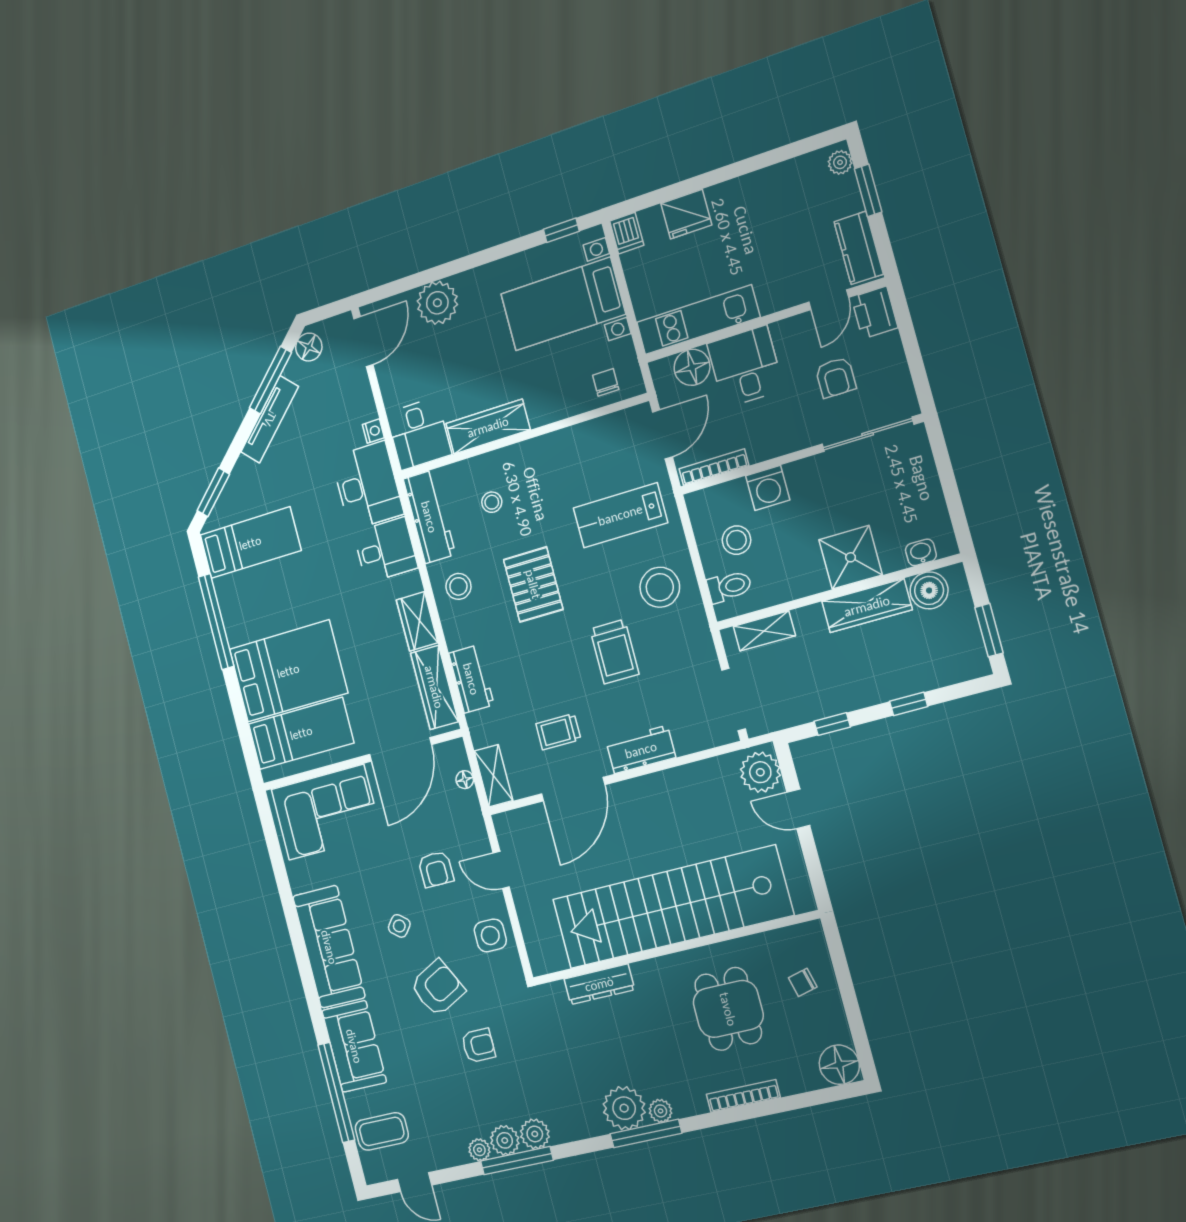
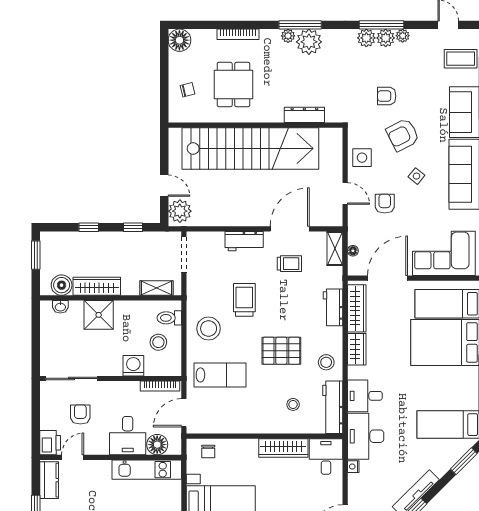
pallet: (533, 584) -> (281, 351), turned 90

